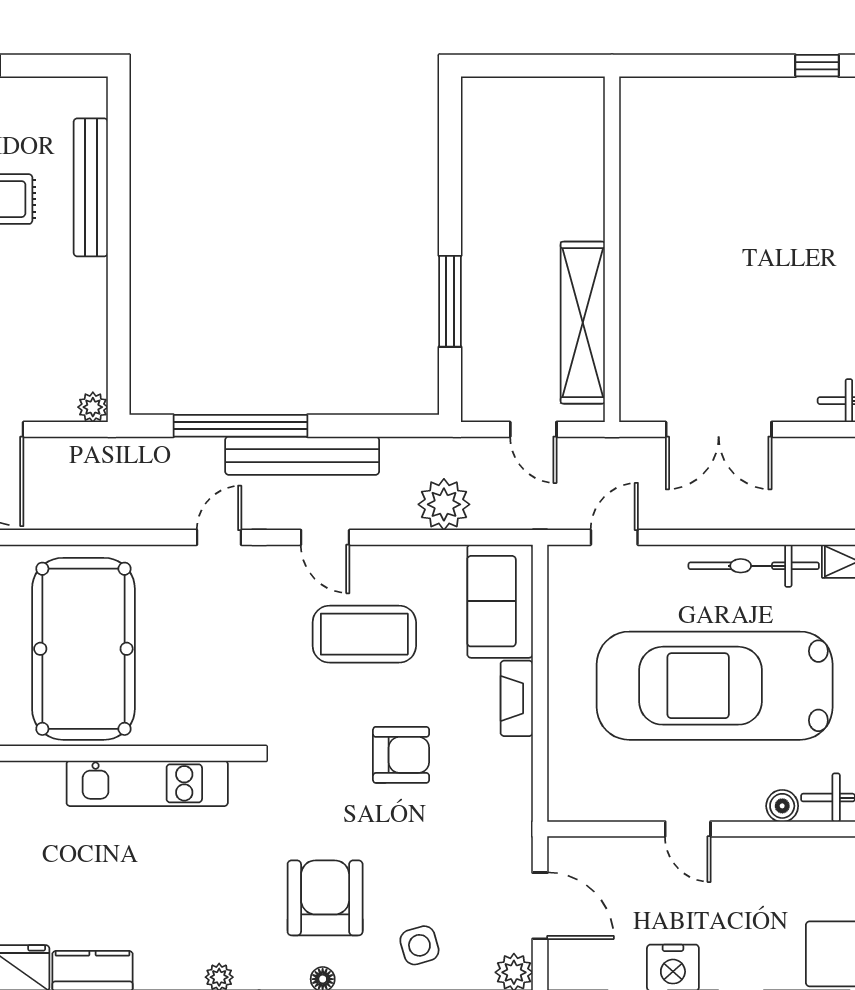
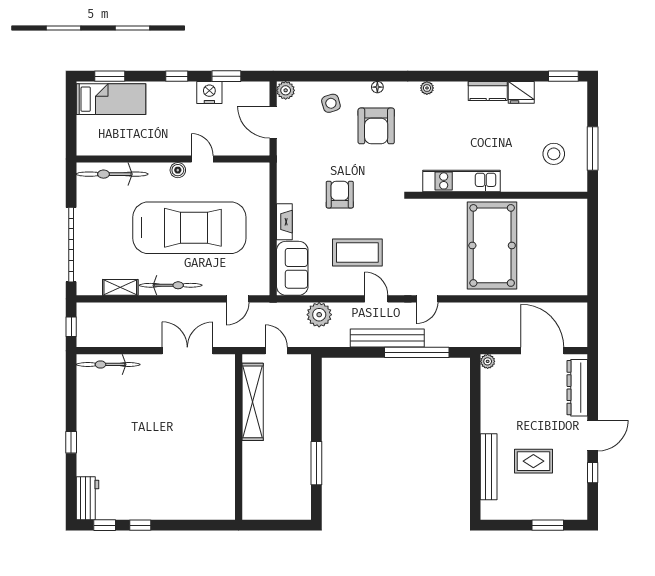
window: (450, 301) -> (316, 463), moved
armchair: (401, 755) -> (340, 195), turned 90
boiler: (782, 806) -> (178, 170), moved

